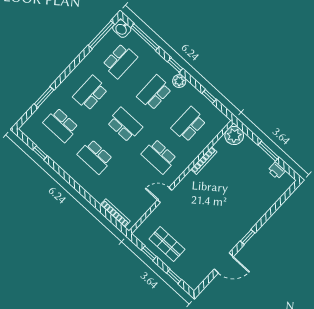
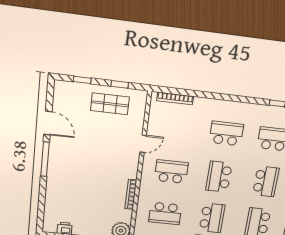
school desk: (189, 124) -> (165, 213), turned 90
school desk: (125, 125) -> (219, 177), turned 90
window: (248, 237) -> (45, 159), width x2.17
door: (224, 263) -> (48, 123), swing flipped

